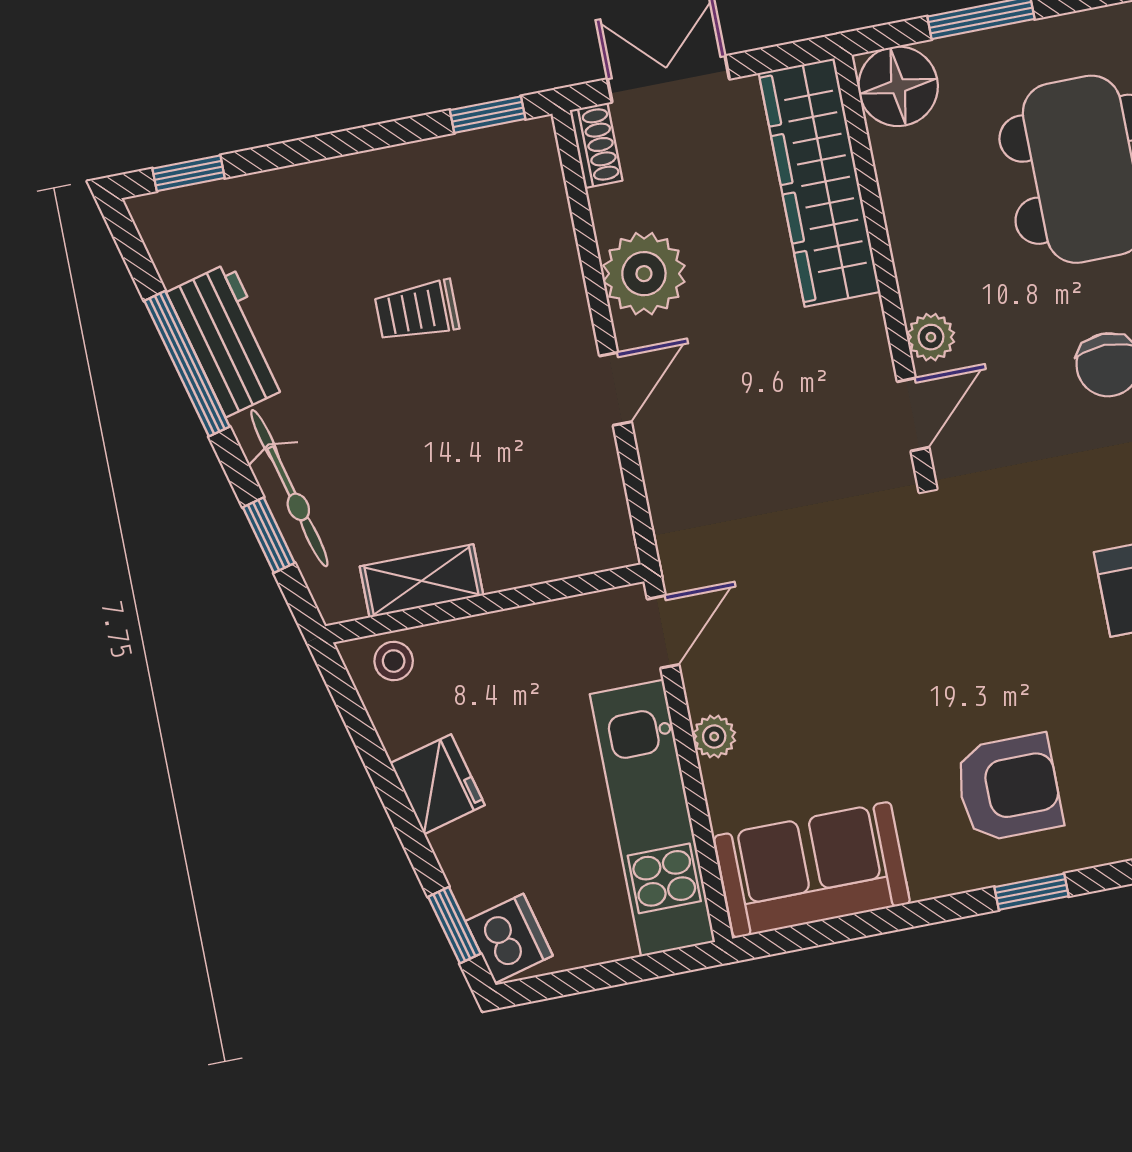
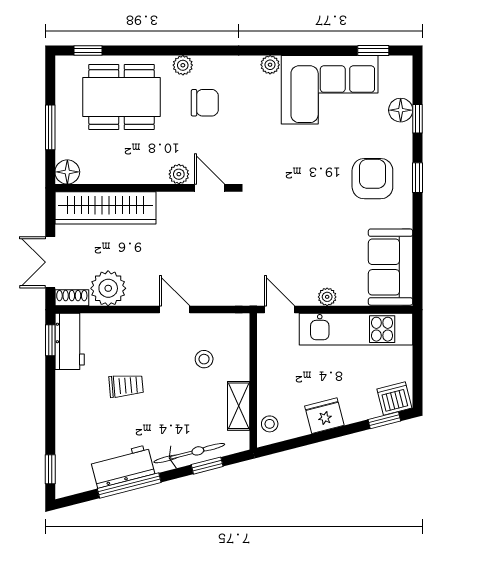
floor lamp: (898, 86) -> (67, 172), width x0.73, depth x0.73
workbench: (494, 160) -> (70, 341), added
plant: (644, 274) -> (108, 288), moved
trolley: (417, 311) -> (126, 386), turned -95
stool: (514, 480) -> (204, 359), added

